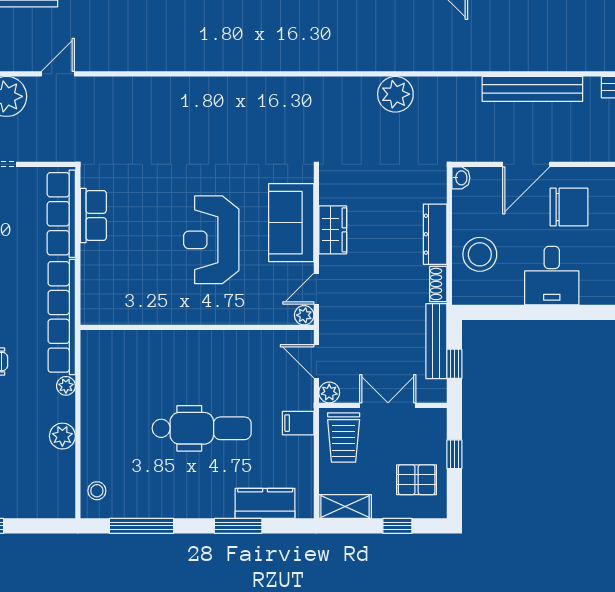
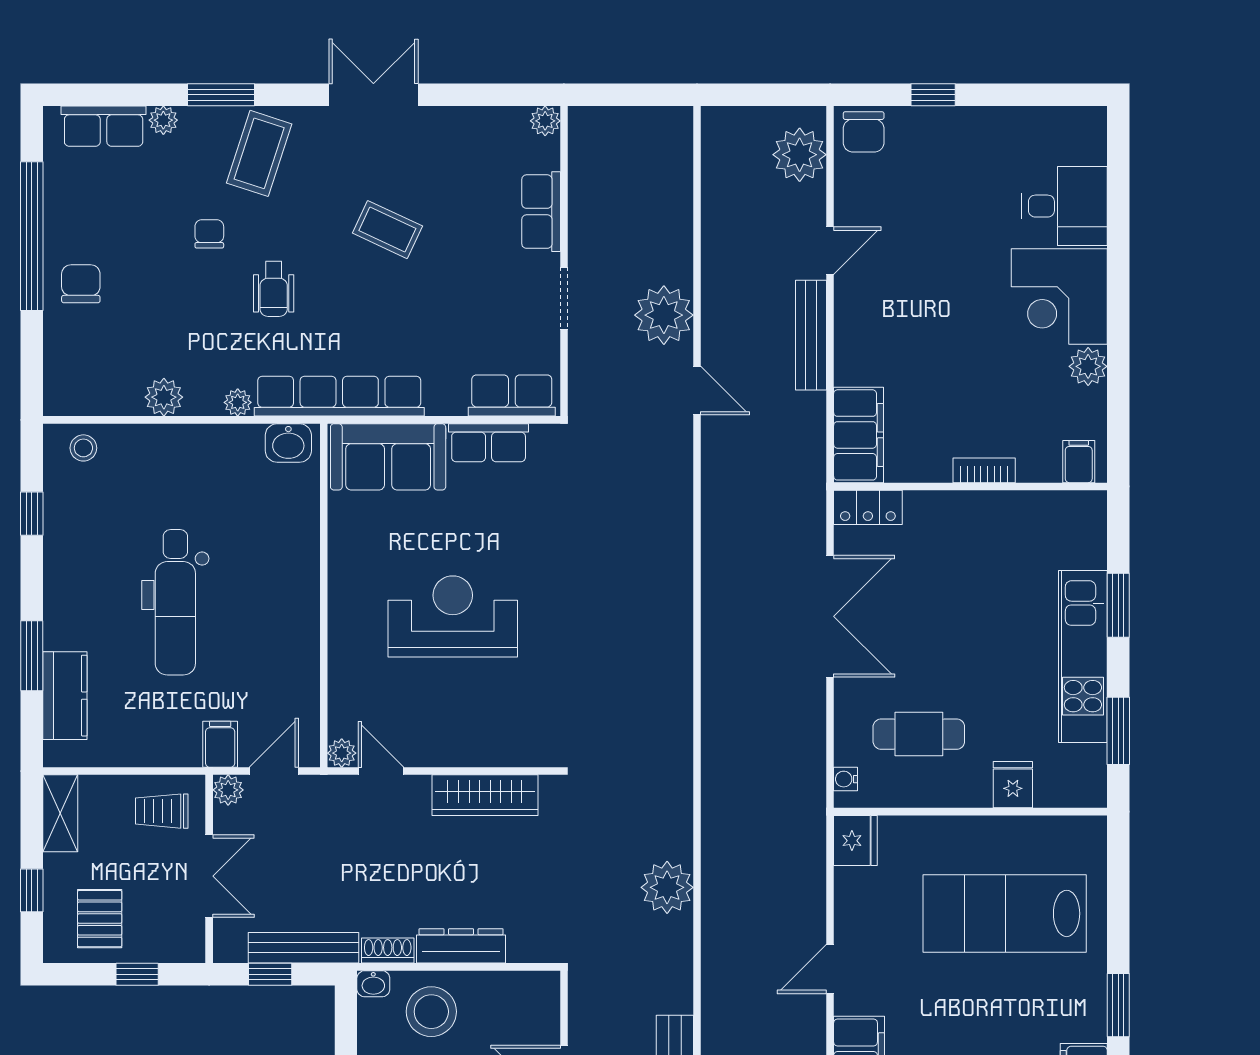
washbasin: (461, 178) -> (373, 984), moved
row of seats: (61, 214) -> (512, 395), width x0.68
sofa: (291, 223) -> (388, 457), moved, turned 180
wardrobe: (333, 230) -> (485, 795), width x1.50
washbasin: (93, 351) -> (288, 443), added
filing cabinet: (298, 423) -> (220, 744), moved
trolley: (344, 438) -> (162, 811), width x0.73, depth x0.72
window: (142, 526) -> (32, 514), width x0.46

